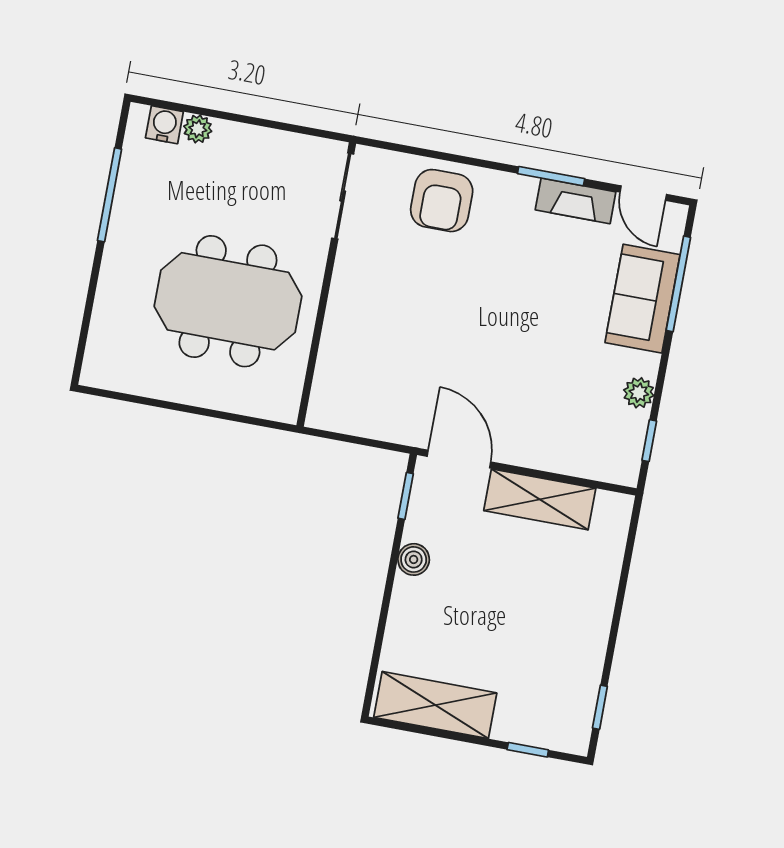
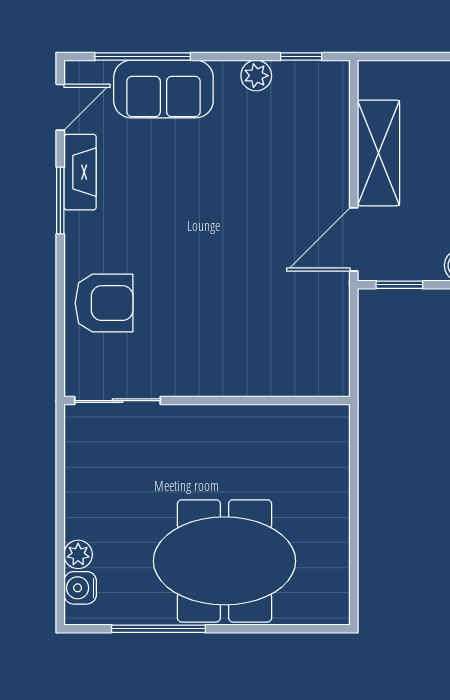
meeting table: (228, 301) -> (224, 561), moved, turned 90

